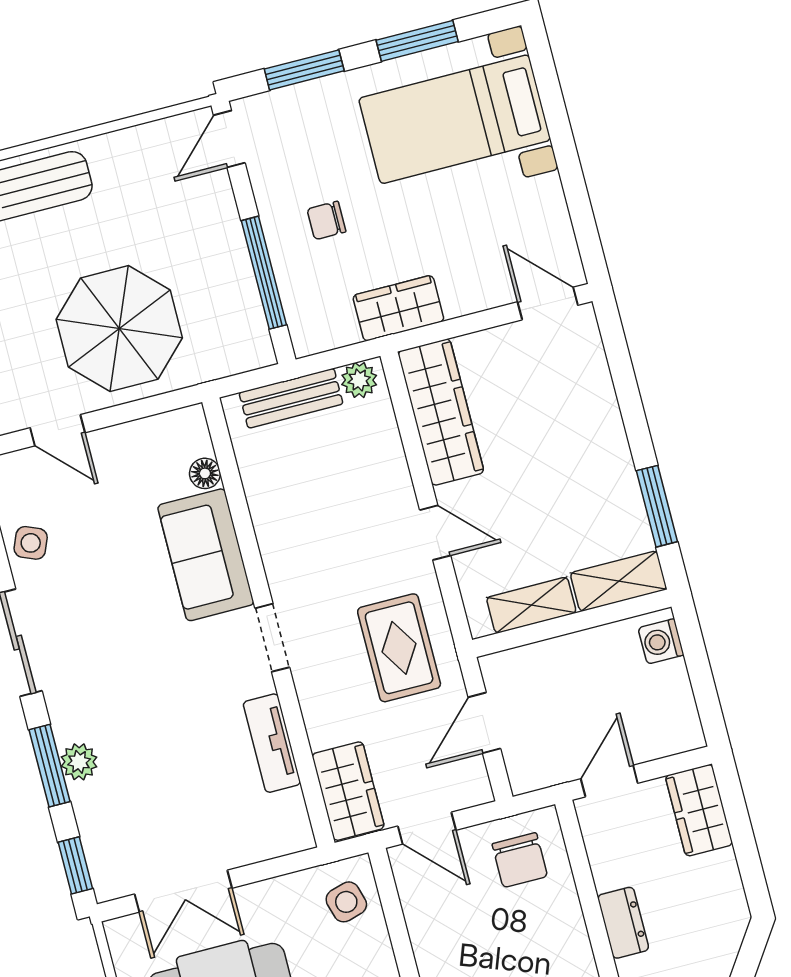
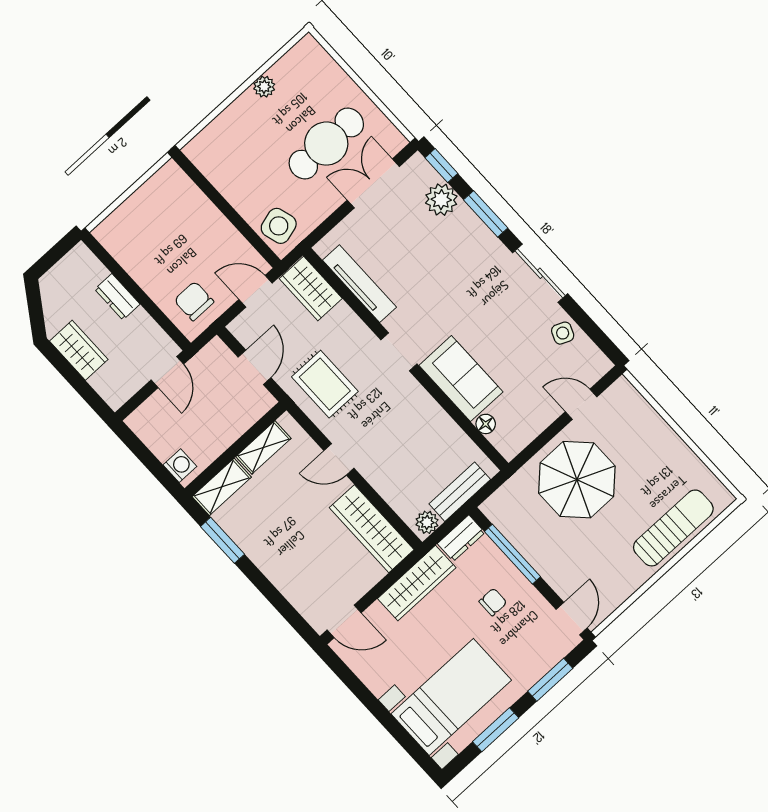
wardrobe: (398, 308) -> (417, 583), width x1.50
dresser: (323, 333) -> (461, 538), added
tv unit: (272, 743) -> (359, 284), width x1.41
plant: (79, 762) -> (441, 200), moved, width x1.38, depth x1.38
wardrobe: (699, 810) -> (79, 350), moved
side table: (346, 902) -> (279, 226), width x1.37, depth x1.37

